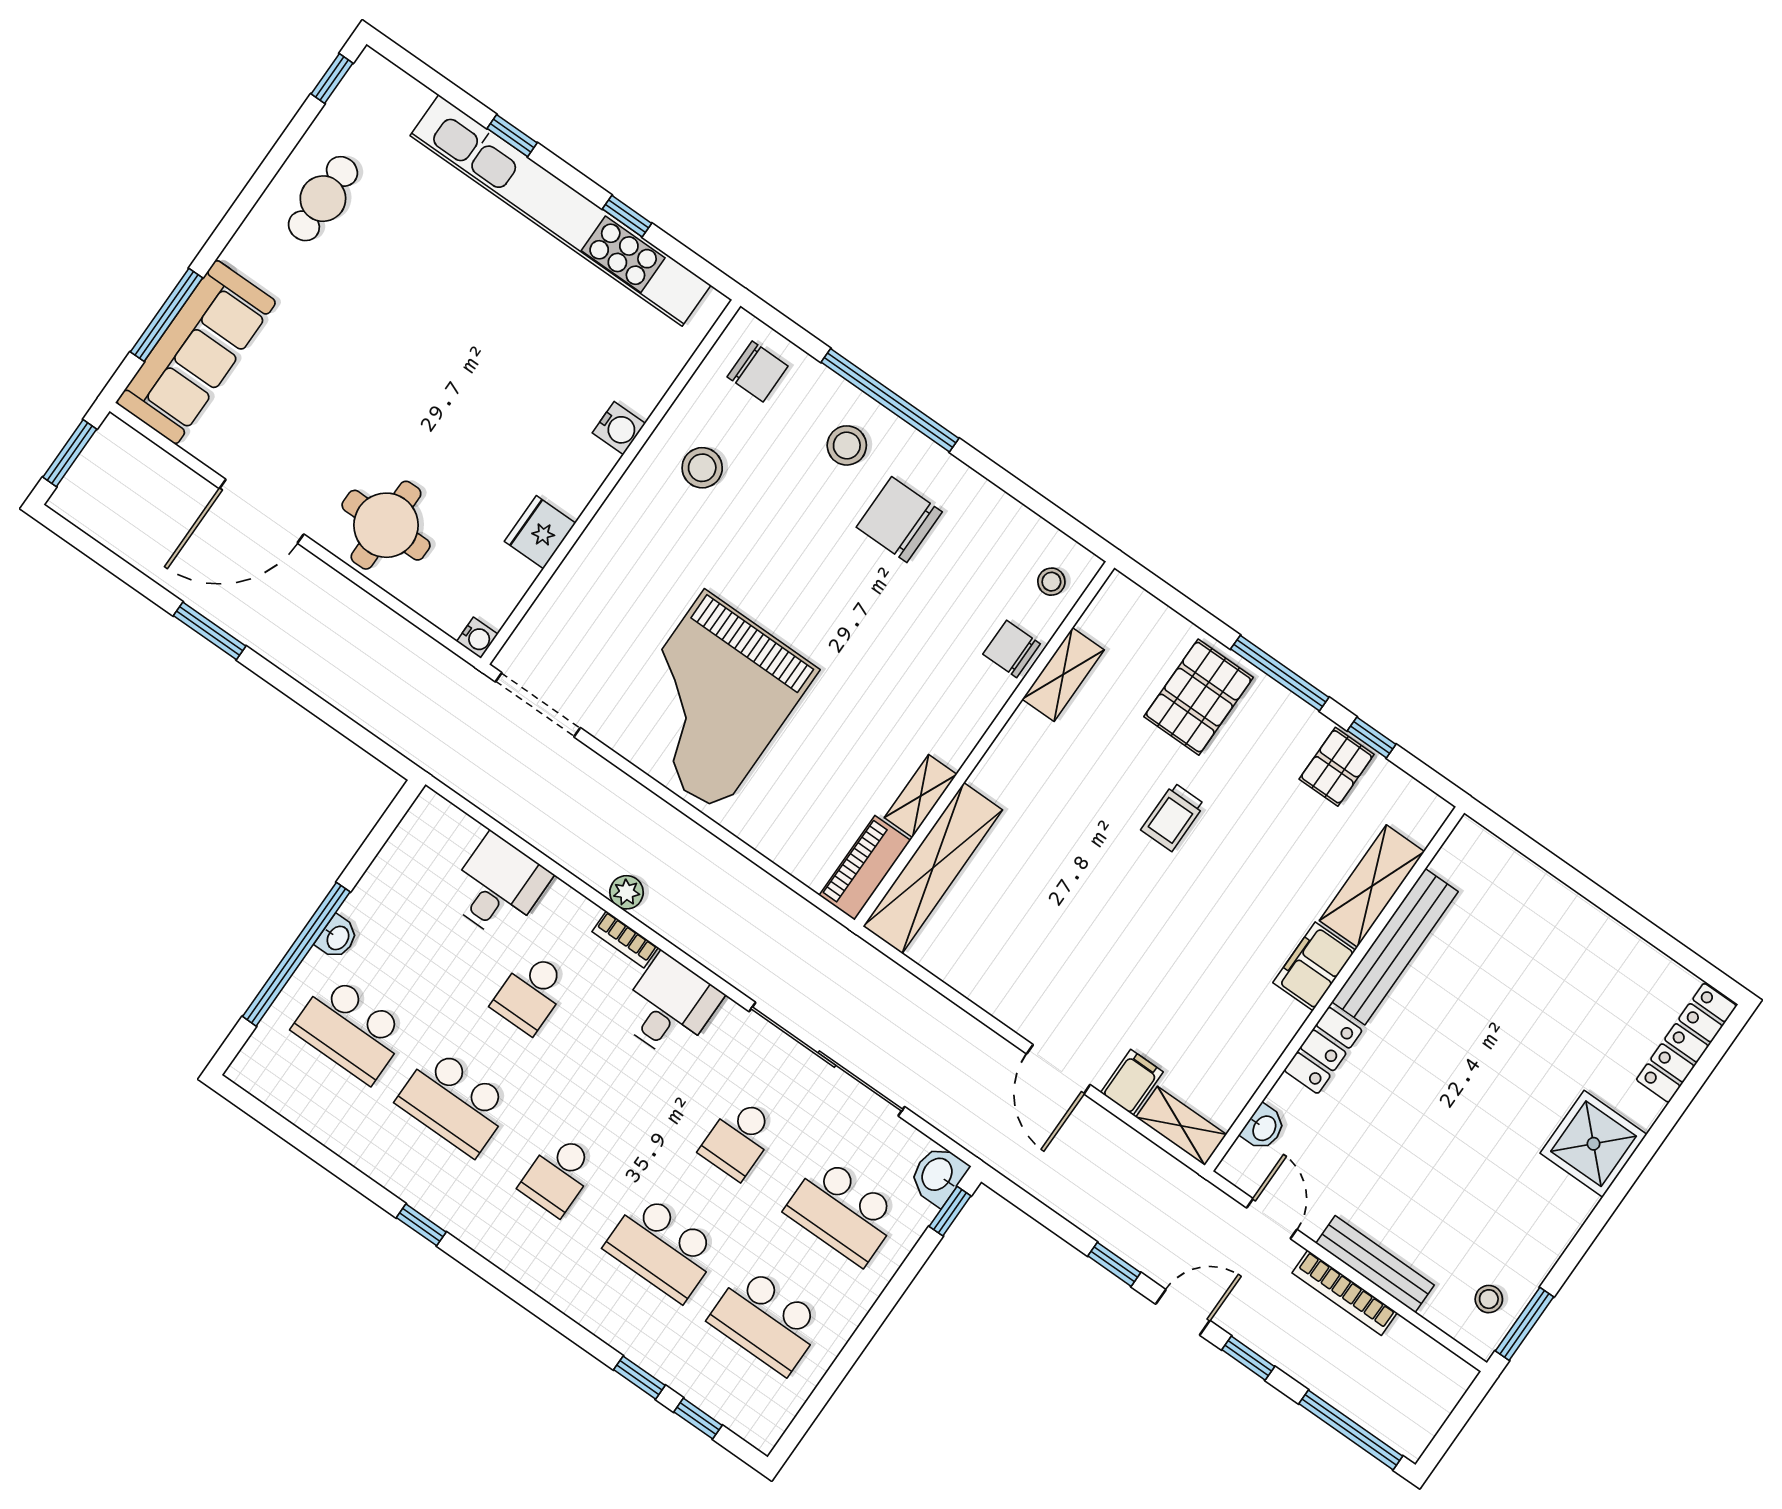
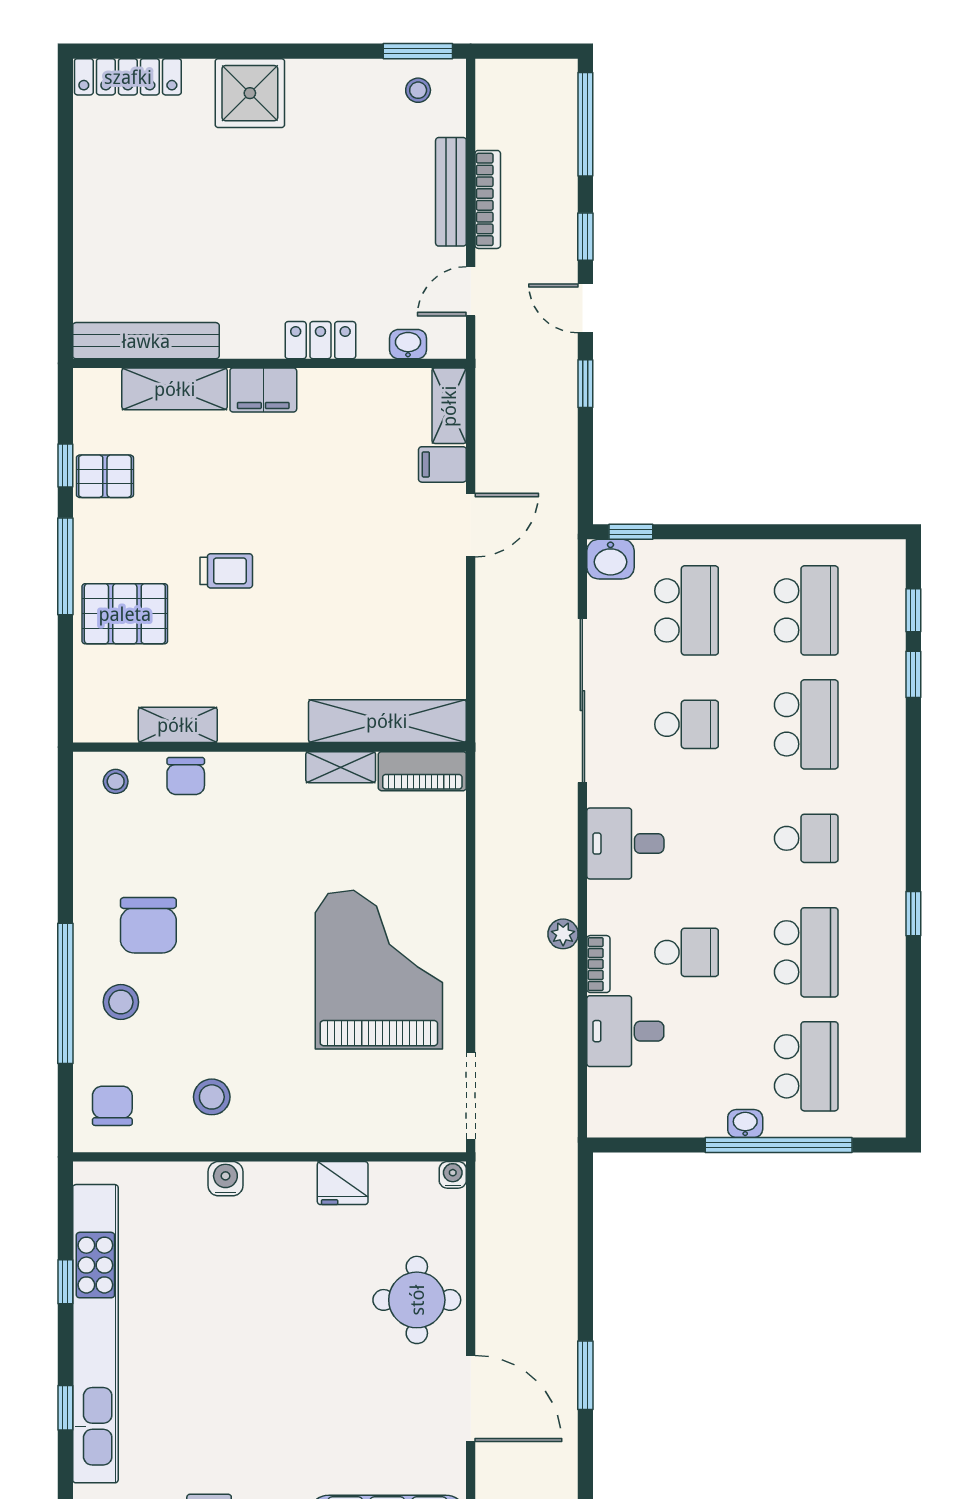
grand piano: (712, 702) -> (379, 970), turned -90
bookcase: (625, 939) -> (598, 964), moved
bench: (1395, 947) -> (146, 341), moved

